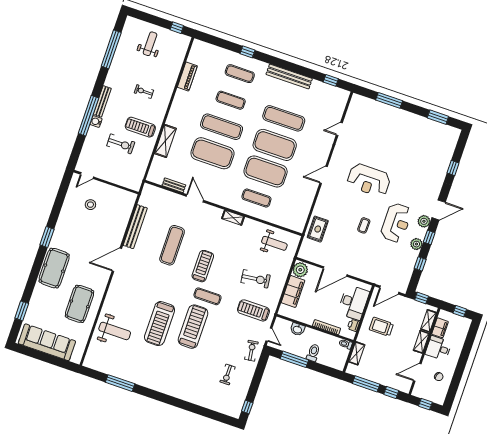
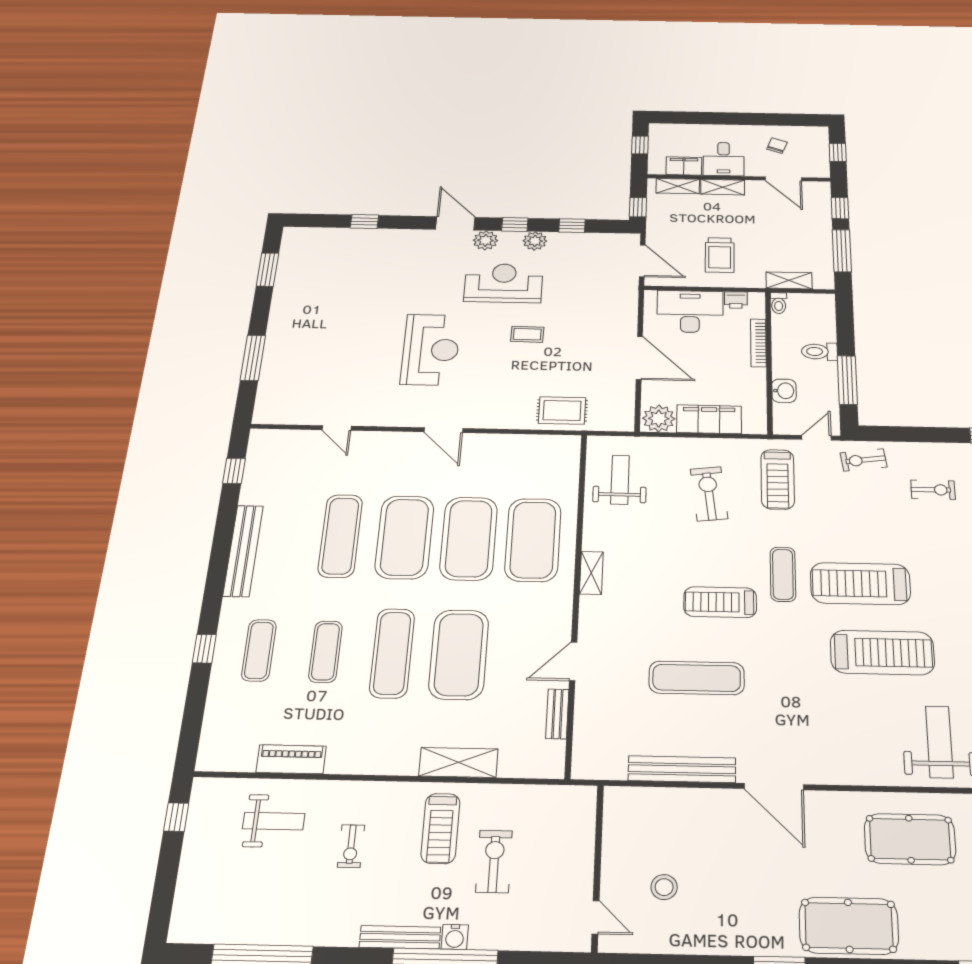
weight bench: (150, 44) -> (274, 821), moved, turned 180
exercise mat: (256, 198) -> (533, 540), width x2.00, depth x1.45

